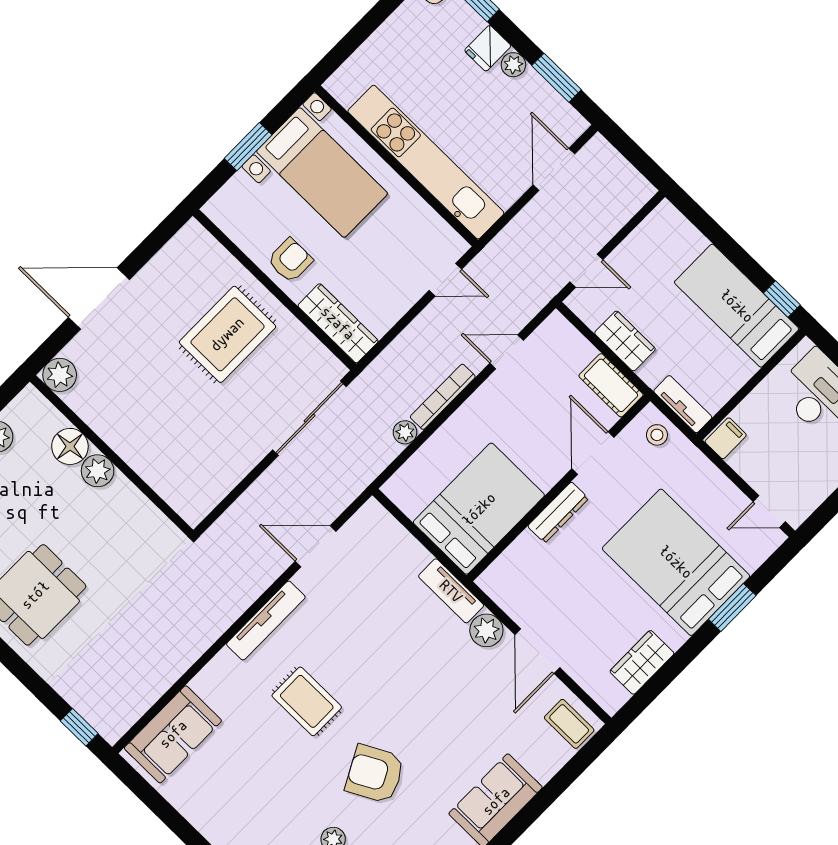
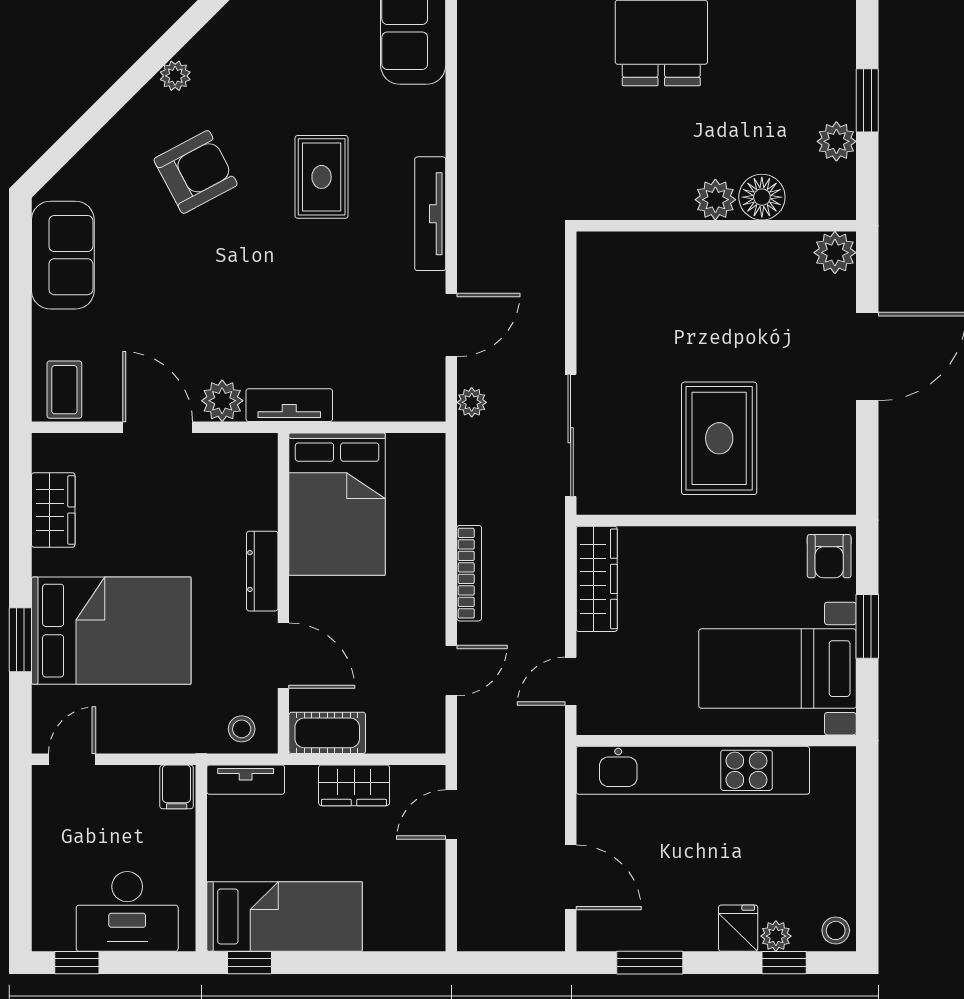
plant: (513, 65) -> (776, 936), moved
armchair: (290, 260) -> (829, 556), moved
wardrobe: (338, 323) -> (597, 579), moved, turned -90
plant: (405, 432) -> (472, 402), moved
rug: (307, 701) -> (322, 177), turned 90
coffee table: (569, 724) -> (64, 390), turned 90

